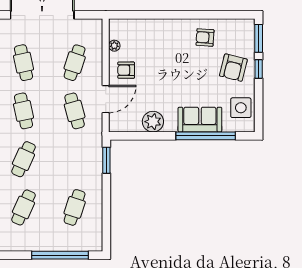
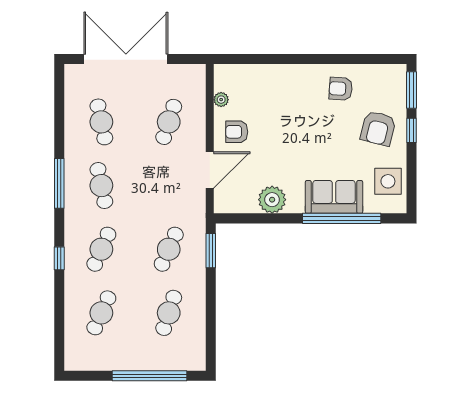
cafe table: (75, 111) -> (169, 249), moved, turned 39

